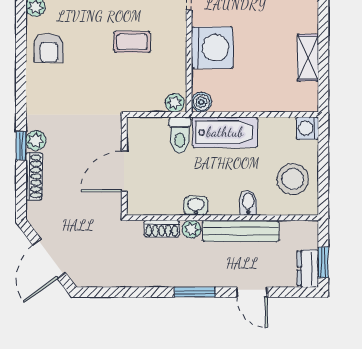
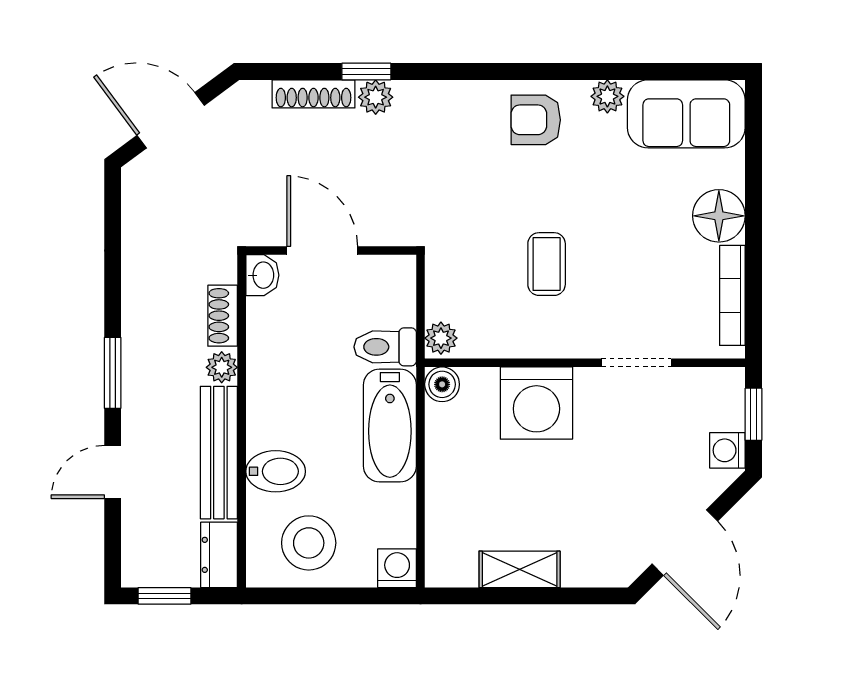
bidet: (248, 203) -> (276, 471), width x1.38, depth x1.36
washbasin: (196, 206) -> (262, 275), moved
dresser: (308, 268) -> (219, 555), moved, turned -90

